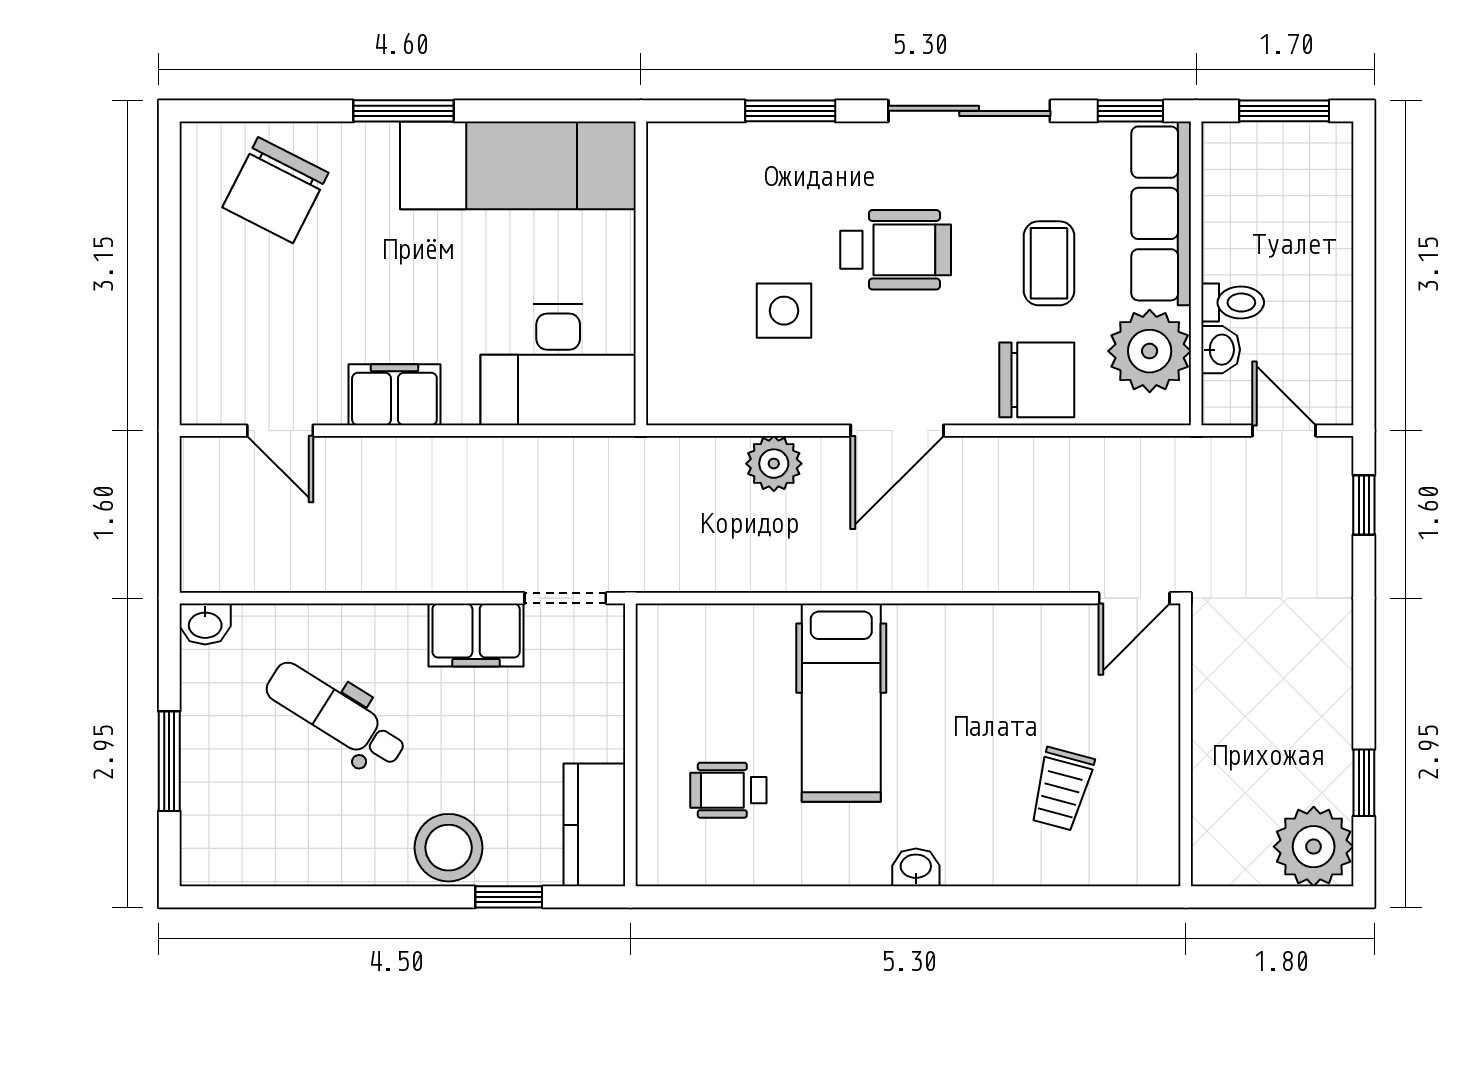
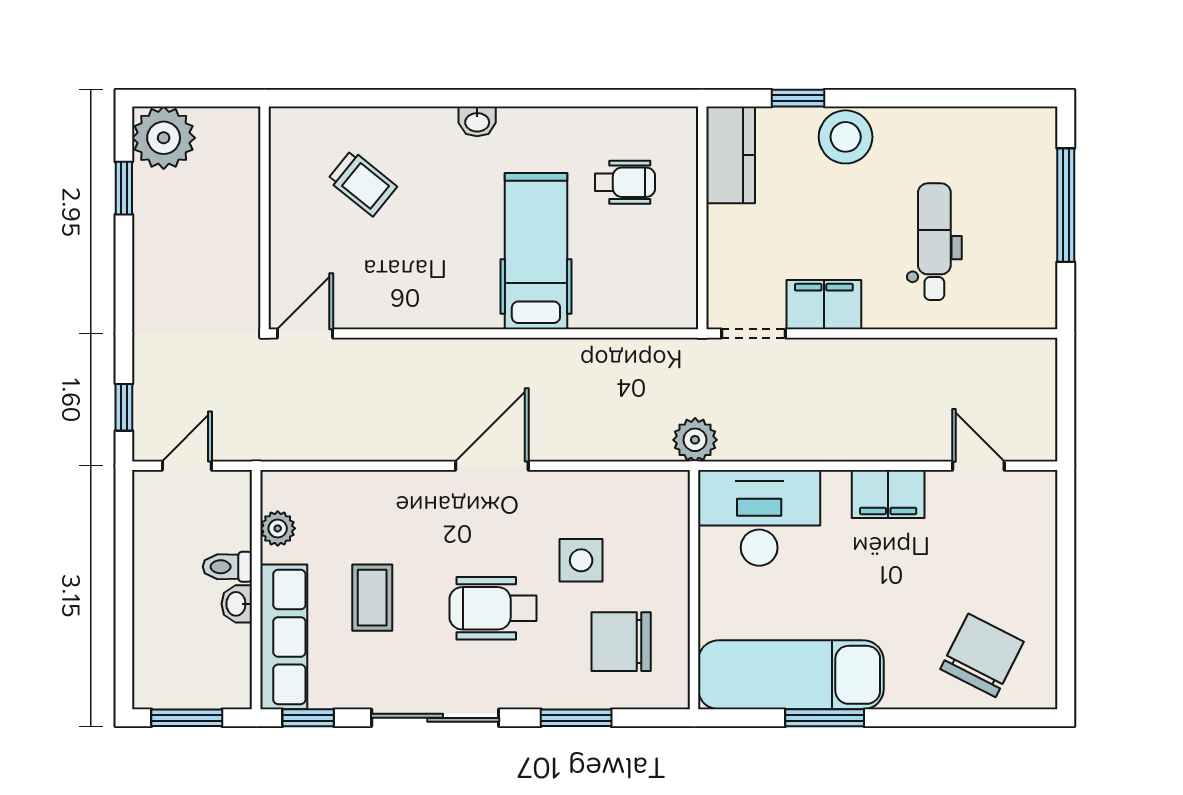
window: (404, 111) -> (825, 718), moved
washbasin: (1221, 350) -> (237, 604), moved
plant: (1150, 351) -> (278, 528), width x0.53, depth x0.53
chair: (1037, 380) -> (621, 642), moved
door: (1284, 431) -> (187, 466), swing flipped
plant: (774, 464) -> (695, 440), moved
washbasin: (205, 624) -> (1037, 313), removed
dental chair: (336, 715) -> (934, 242), turned -122
window: (169, 761) -> (1066, 205), width x1.44
trolley: (1062, 789) -> (362, 183), turned 114

